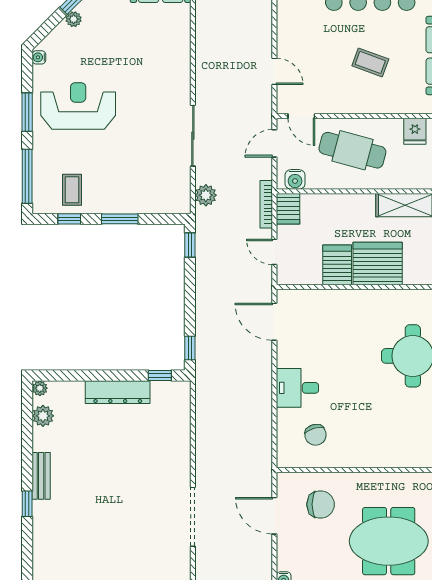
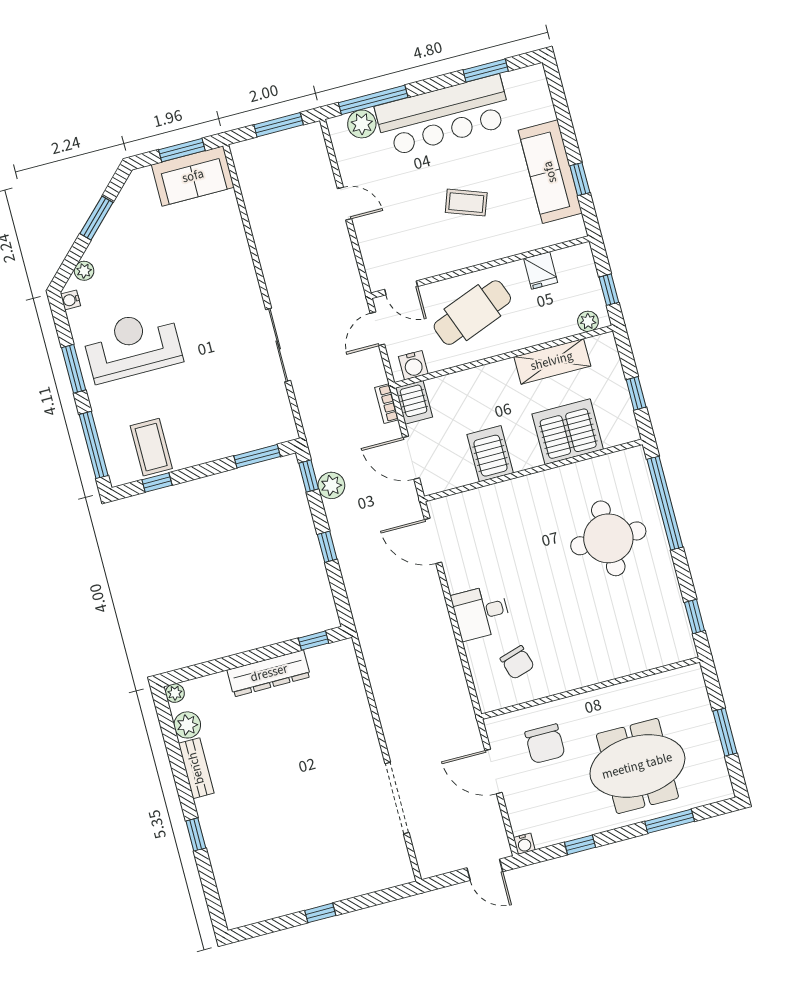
plant: (74, 19) -> (84, 271), moved
door: (274, 71) -> (345, 204), moved
cafe table: (352, 150) -> (472, 313), turned -36
coffee table: (72, 190) -> (151, 447), width x1.36, depth x1.30
plant: (206, 195) -> (331, 485), moved
bookcase: (266, 204) -> (387, 404), width x0.64
window: (120, 219) -> (257, 456), moved
door: (274, 252) -> (411, 458), width x1.38
server rack: (378, 264) -> (568, 432), moved
window: (190, 348) -> (327, 547), moved
bench: (41, 476) -> (196, 768), moved
chair: (321, 504) -> (545, 744), turned 90

